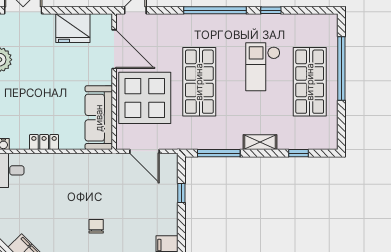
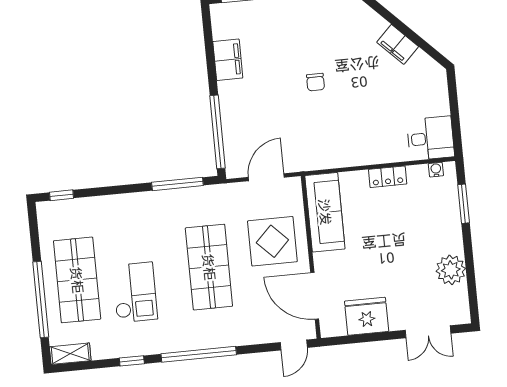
display table: (145, 98) -> (272, 241), width x0.73, depth x0.73
shelving: (260, 142) -> (70, 354), moved
door: (145, 151) -> (266, 177), hinge flipped
window: (299, 153) -> (61, 195), moved
window: (181, 193) -> (217, 132), width x3.17

